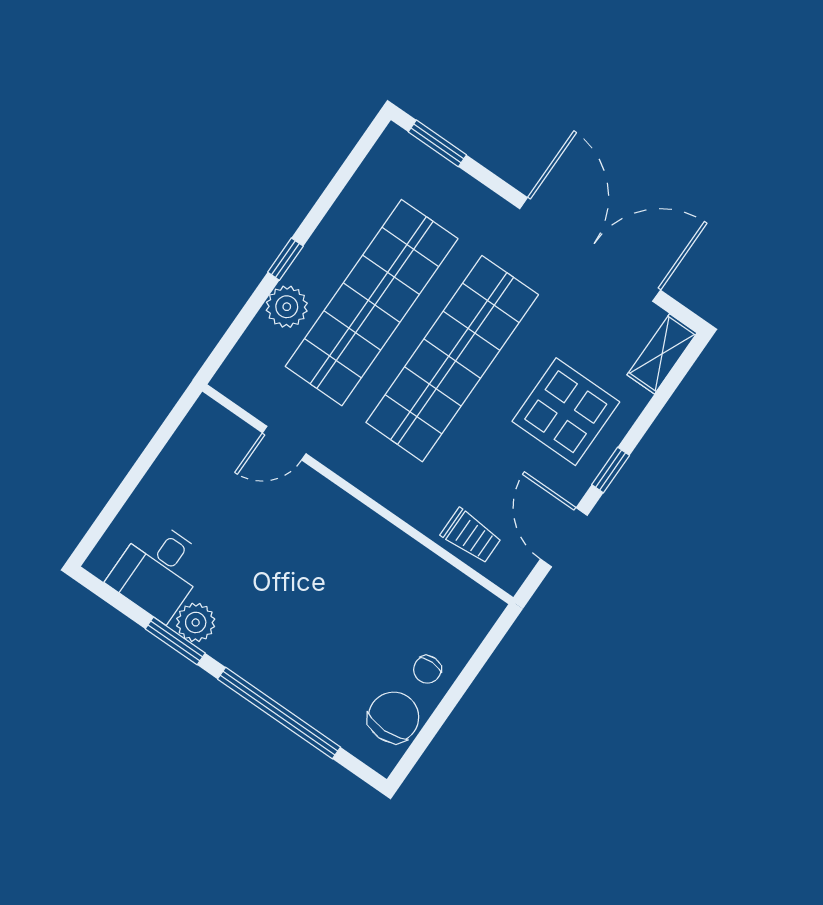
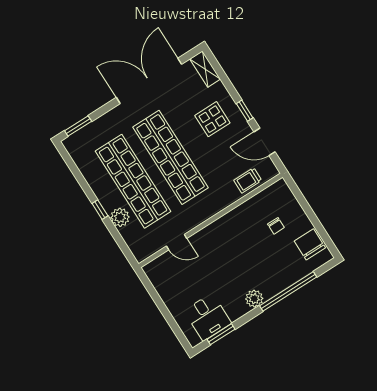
display table: (566, 412) -> (212, 119), width x0.73, depth x0.73
door: (284, 443) -> (176, 242), hinge flipped
trolley: (471, 536) -> (248, 180), turned 180
plant: (196, 622) -> (254, 299), moved
window: (175, 641) -> (221, 334), moved
chair: (427, 669) -> (276, 226), moved

